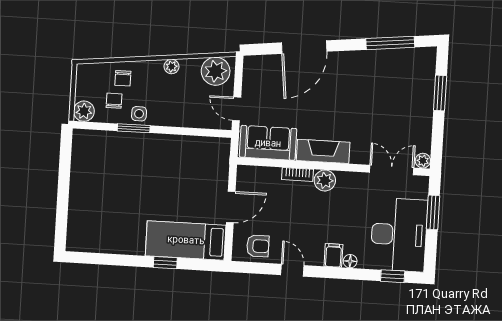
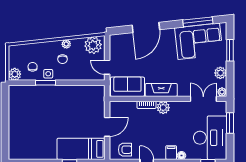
corner sofa: (390, 75) -> (199, 41), added
chair: (123, 78) -> (63, 59), moved
plant: (422, 129) -> (220, 73), added

